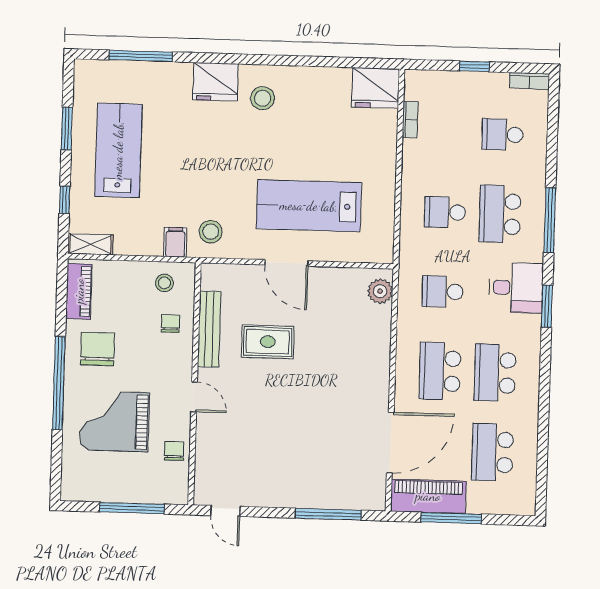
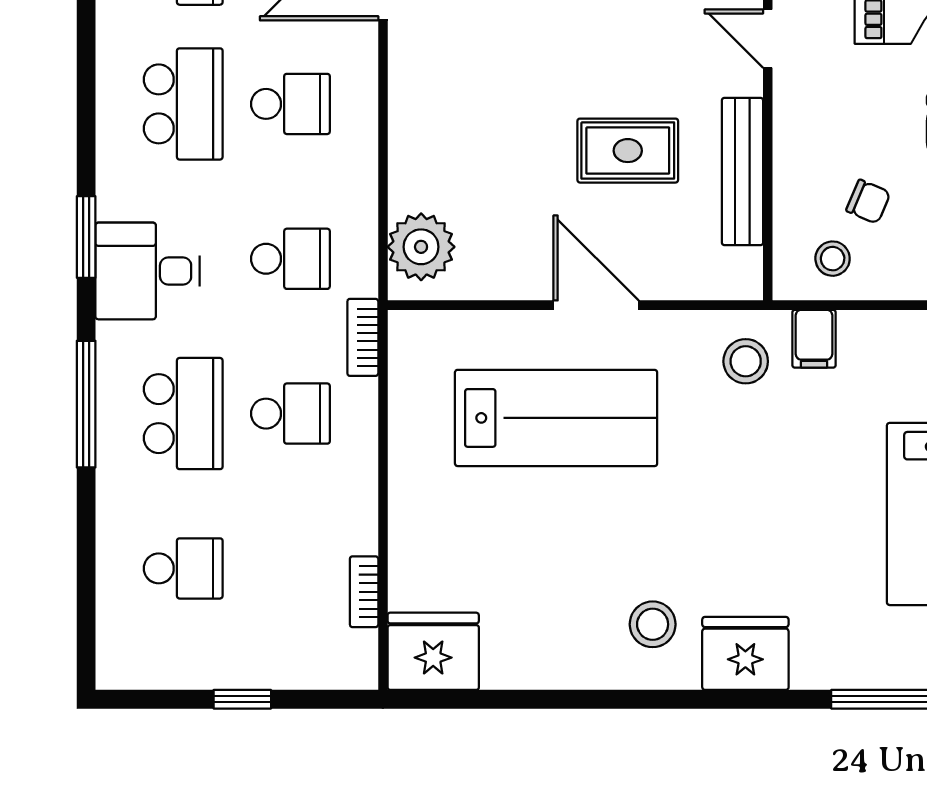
bookcase: (529, 81) -> (363, 337), moved, turned -90
plant: (380, 291) -> (421, 247), width x1.36, depth x1.36
chair: (171, 323) -> (868, 202), moved, turned -67
school desk: (440, 371) -> (290, 104), width x0.54

